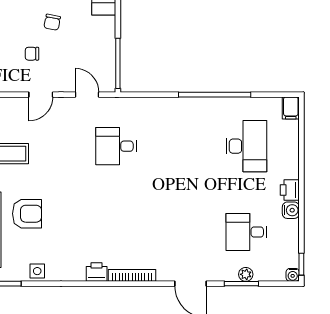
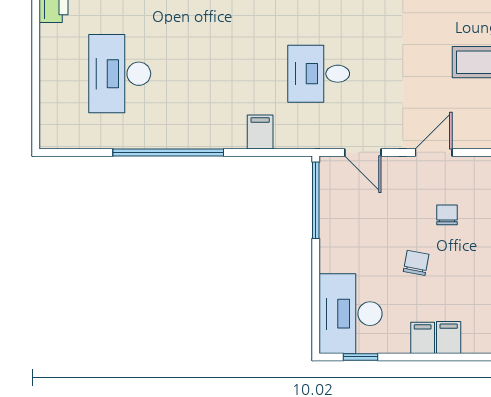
chair: (32, 54) -> (447, 215), turned -90
filing cabinet: (291, 108) -> (260, 132), moved
desk: (116, 146) -> (319, 74), turned 180

